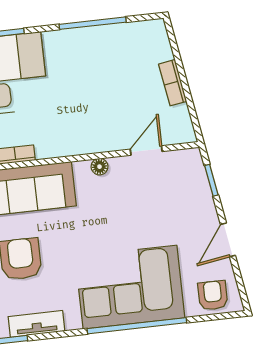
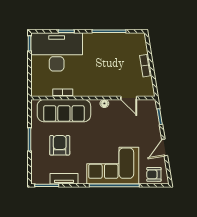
door: (146, 150) -> (129, 98), swing flipped
armchair: (213, 295) -> (154, 174), turned -90

